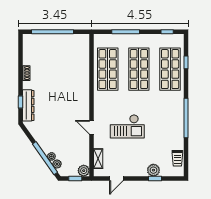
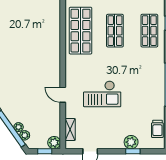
shop shelf: (139, 69) -> (115, 31), width x0.70, depth x0.74
shop shelf: (170, 69) -> (149, 31), width x0.70, depth x0.74

